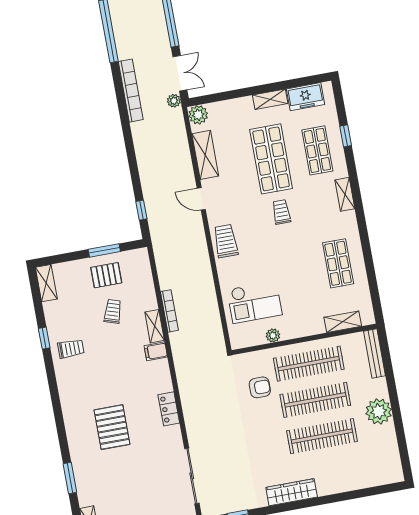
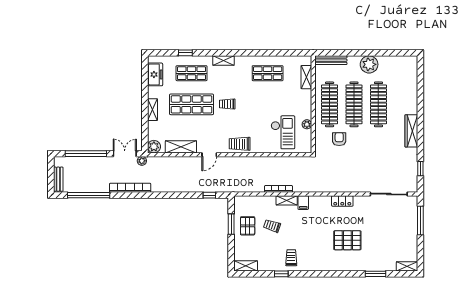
shelving: (270, 99) -> (153, 110), moved

